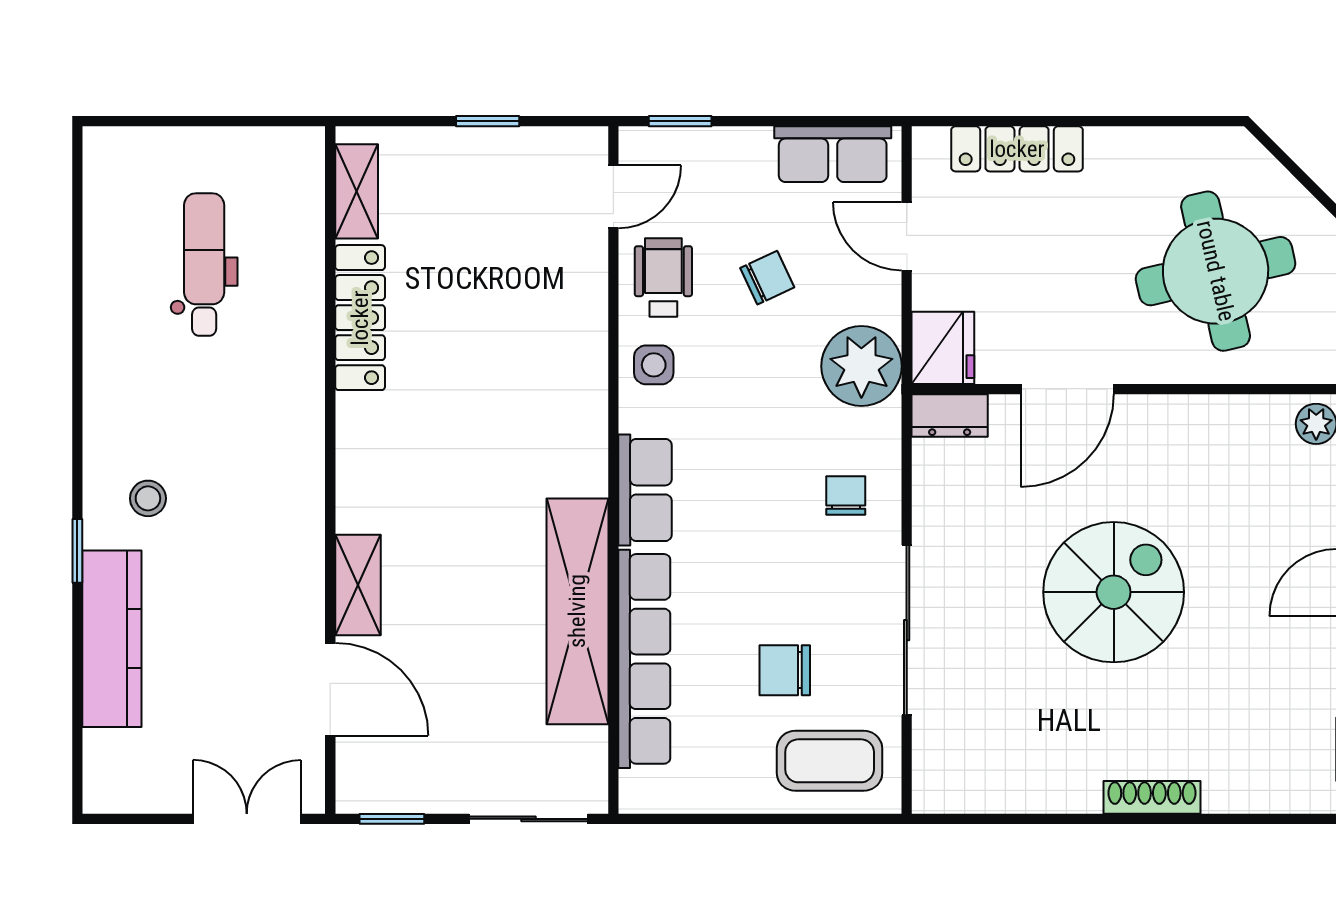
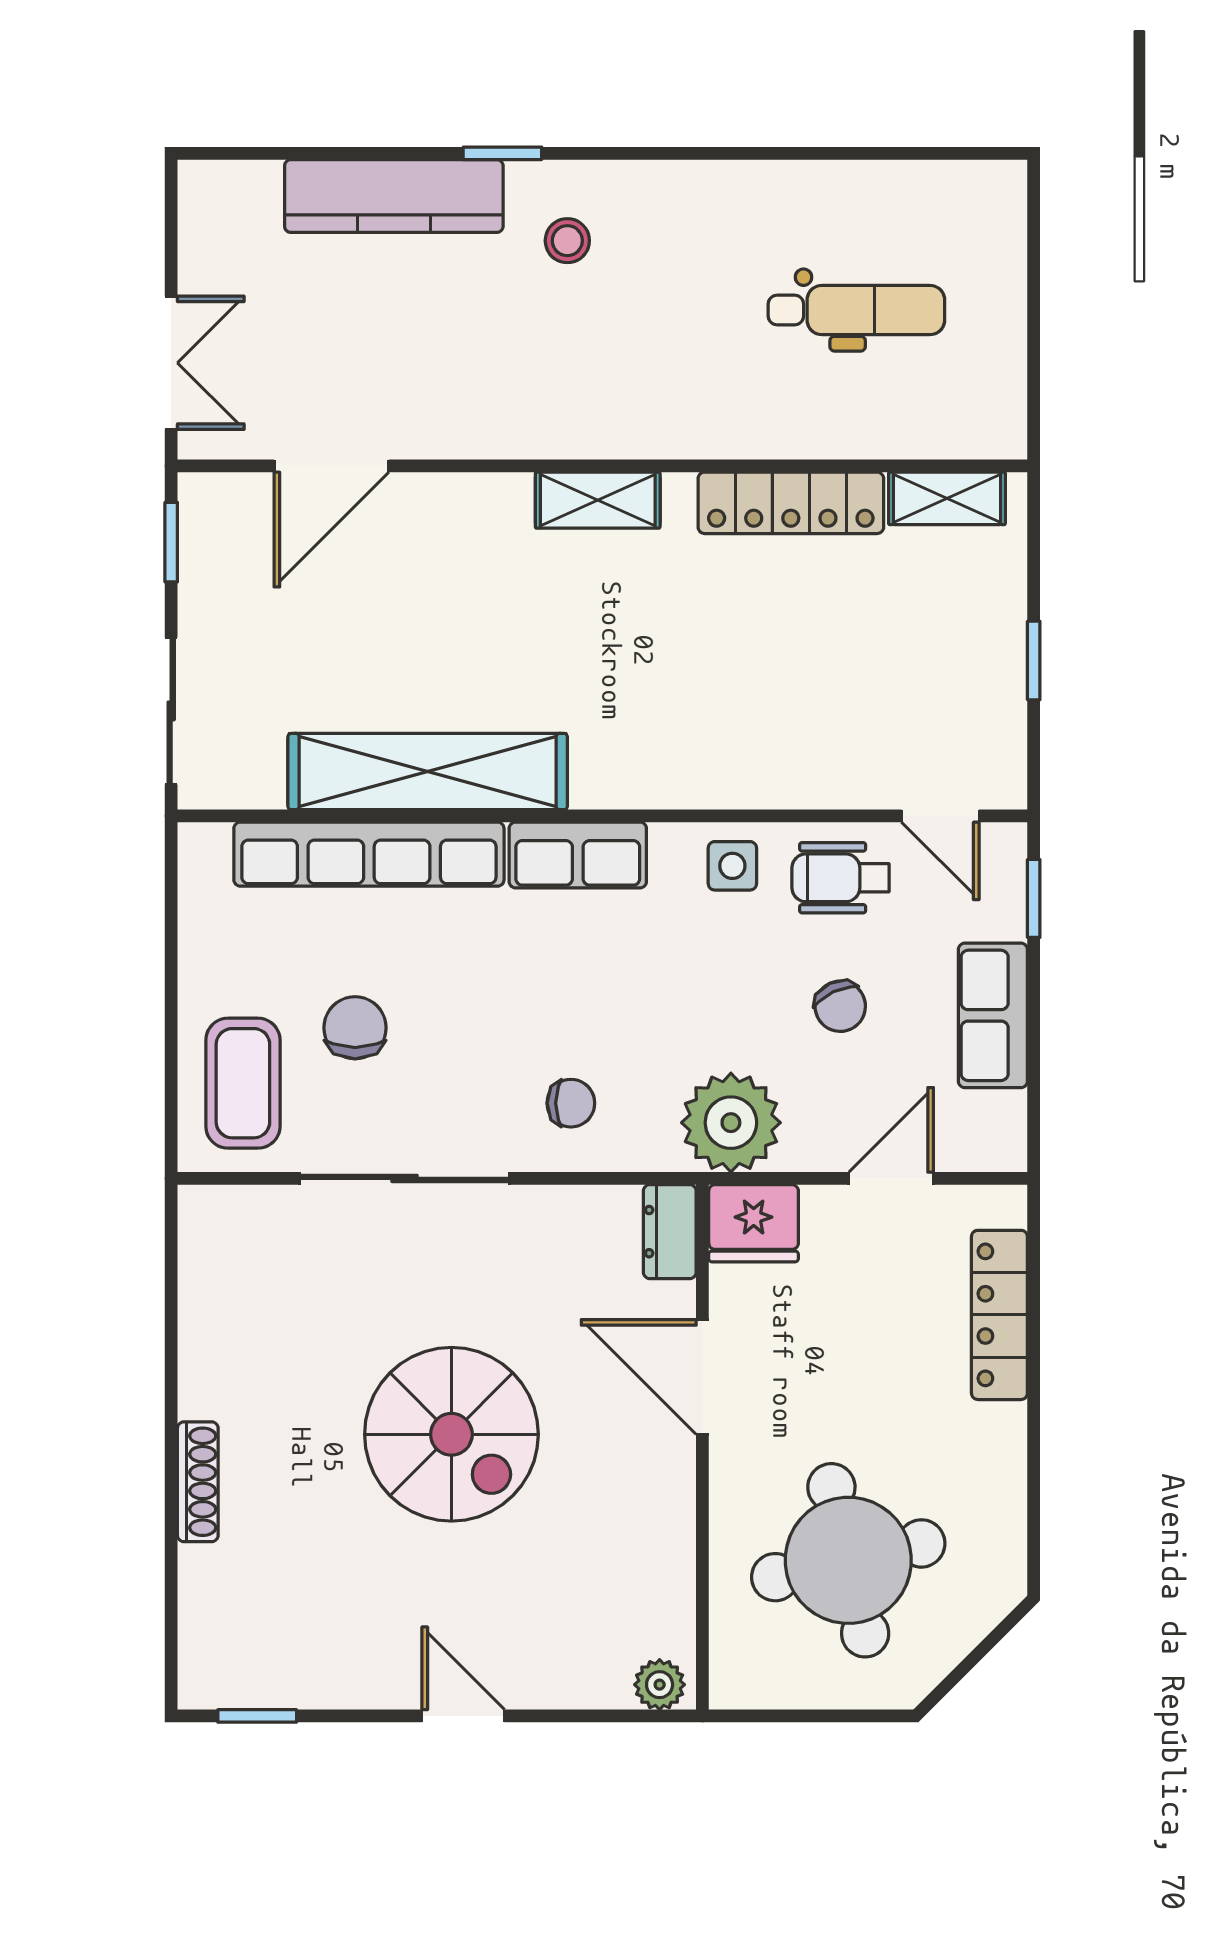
row of seats: (833, 154) -> (993, 1015), moved
wheelchair: (663, 277) -> (840, 878), turned 180
shelving: (358, 585) -> (598, 500), moved

